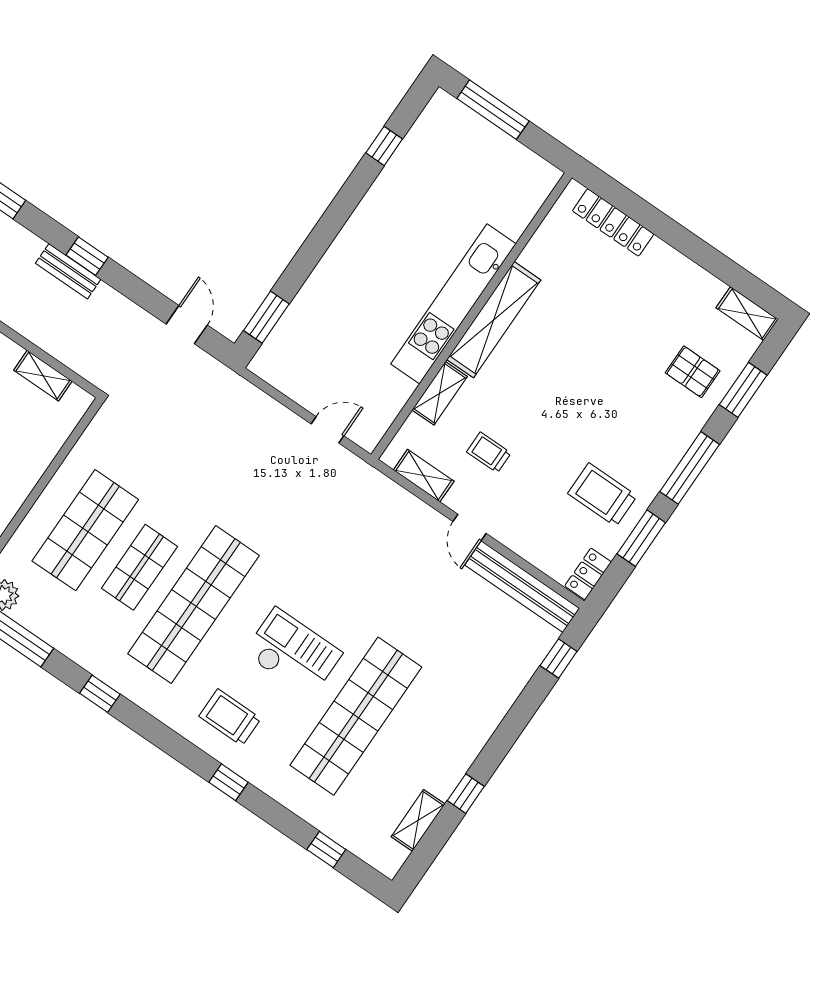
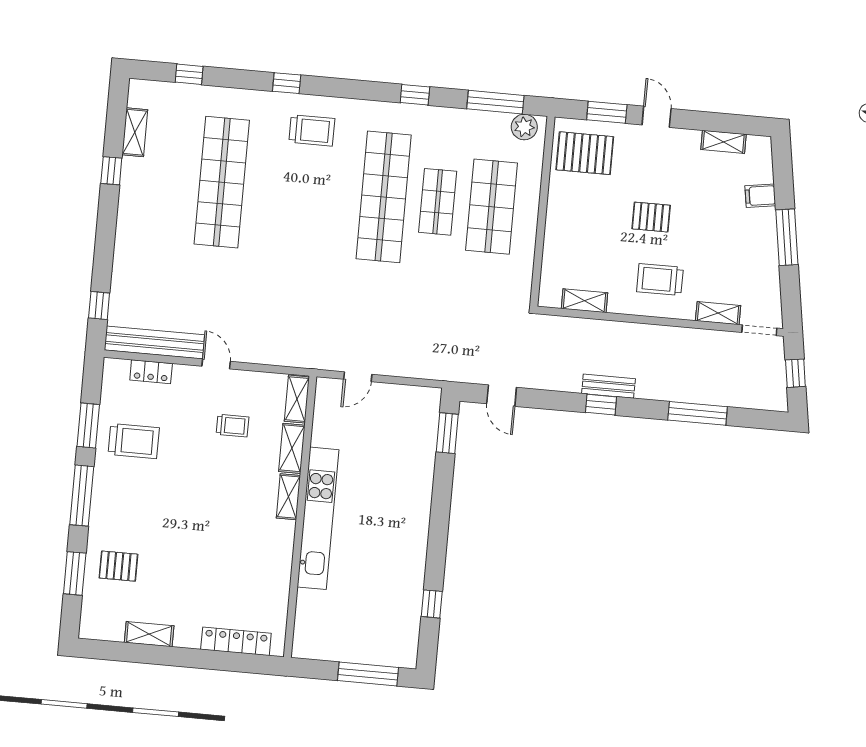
shelving: (747, 314) -> (149, 634), moved
shelving: (494, 320) -> (288, 497), width x0.45, depth x0.75
shelving: (424, 476) -> (297, 399), moved, turned 90
locker: (588, 574) -> (151, 372), moved, turned 90
checkout: (293, 653) -> (292, 202), removed

